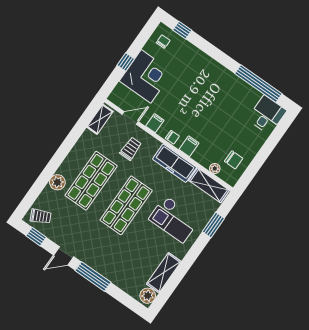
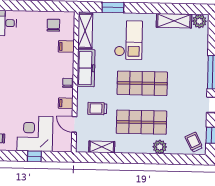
shelving: (100, 119) -> (102, 147), moved
filing cabinet: (189, 146) -> (66, 46), moved
plant: (215, 169) -> (70, 35), removed

